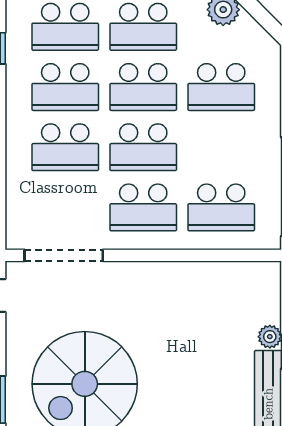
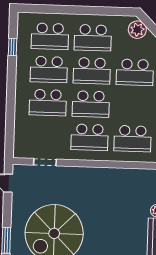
doorway: (64, 255) -> (45, 162), width x0.53

